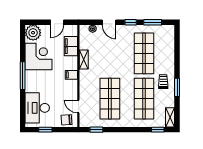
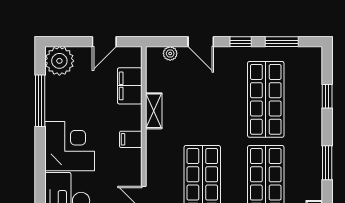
window: (177, 52) -> (327, 96), added
corner desk: (39, 56) -> (70, 146), moved
window: (23, 76) -> (40, 101), moved
trolley: (163, 82) -> (301, 152), removed

